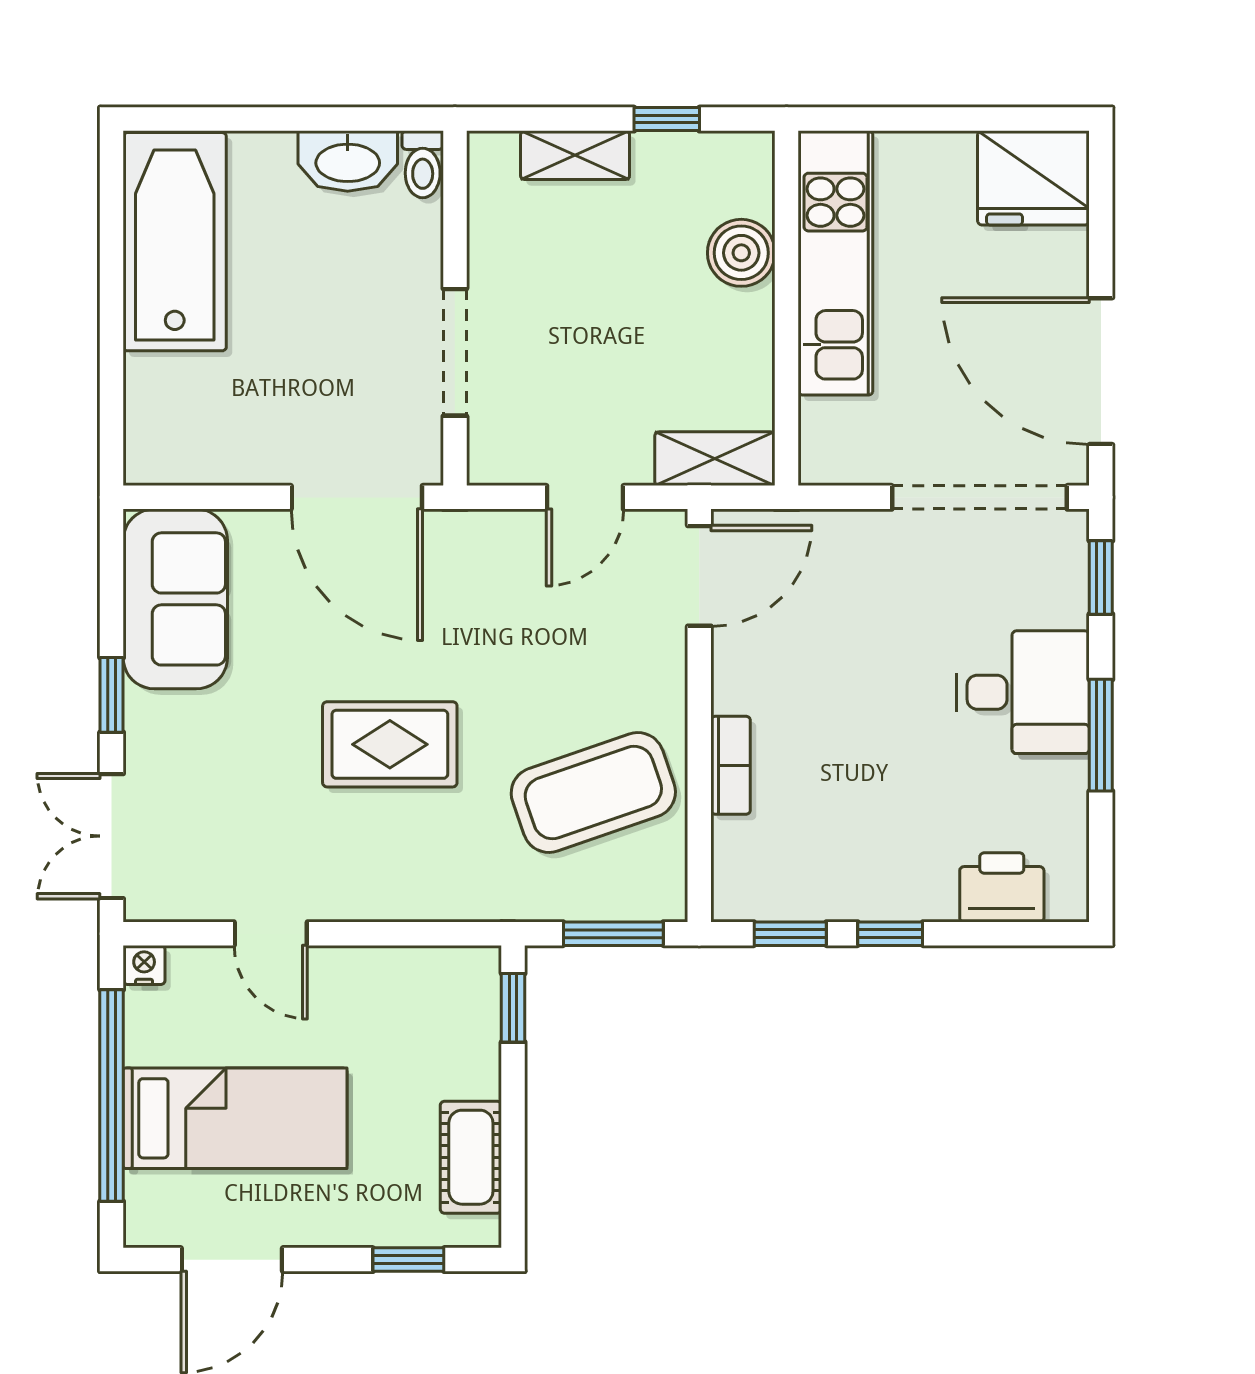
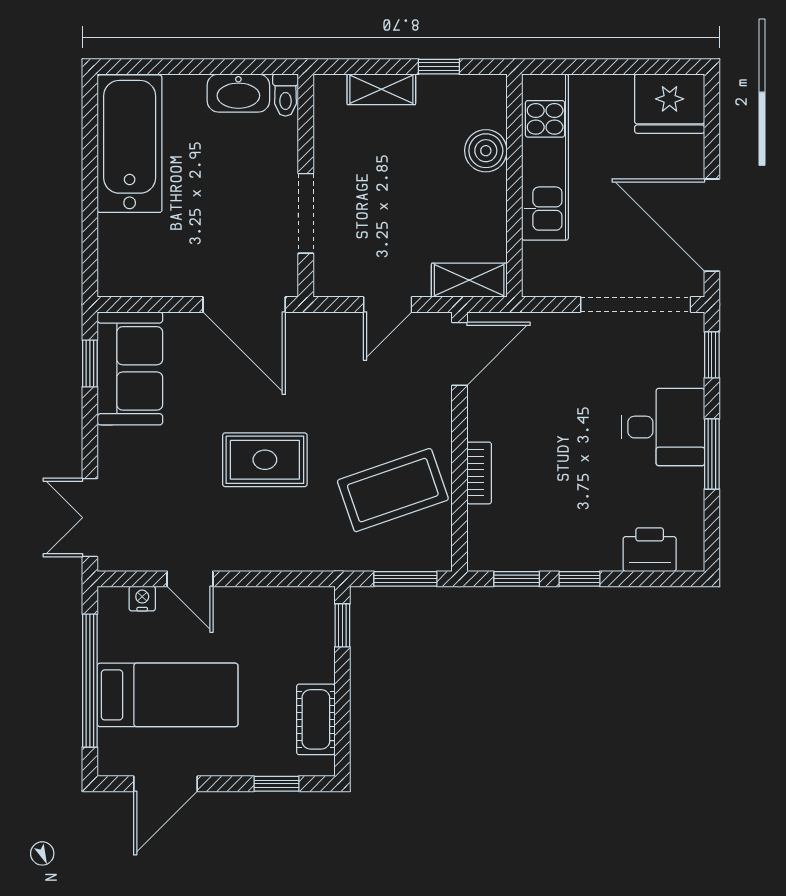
window: (112, 695) -> (90, 363), moved
nightstand: (144, 965) -> (142, 599), moved

